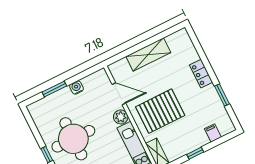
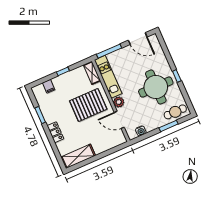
shelving: (148, 54) -> (78, 156), moved
water cooler: (76, 87) -> (141, 131), moved
cafe table: (46, 108) -> (175, 112), added

